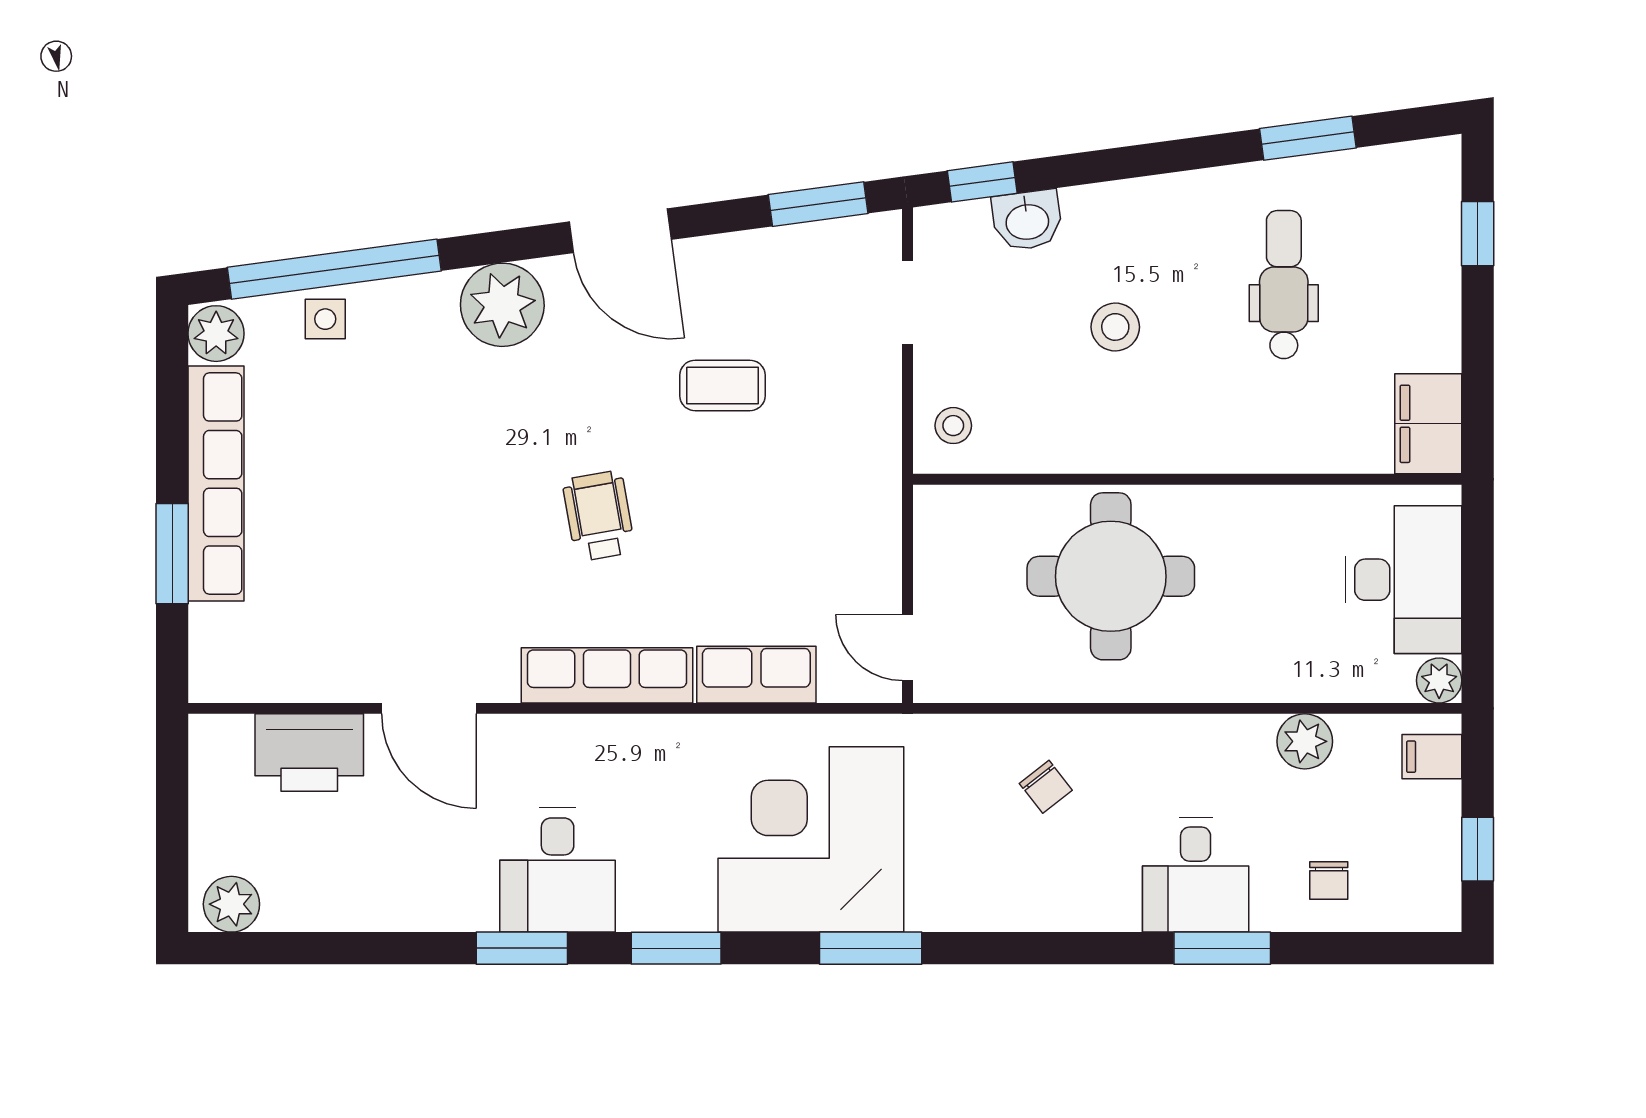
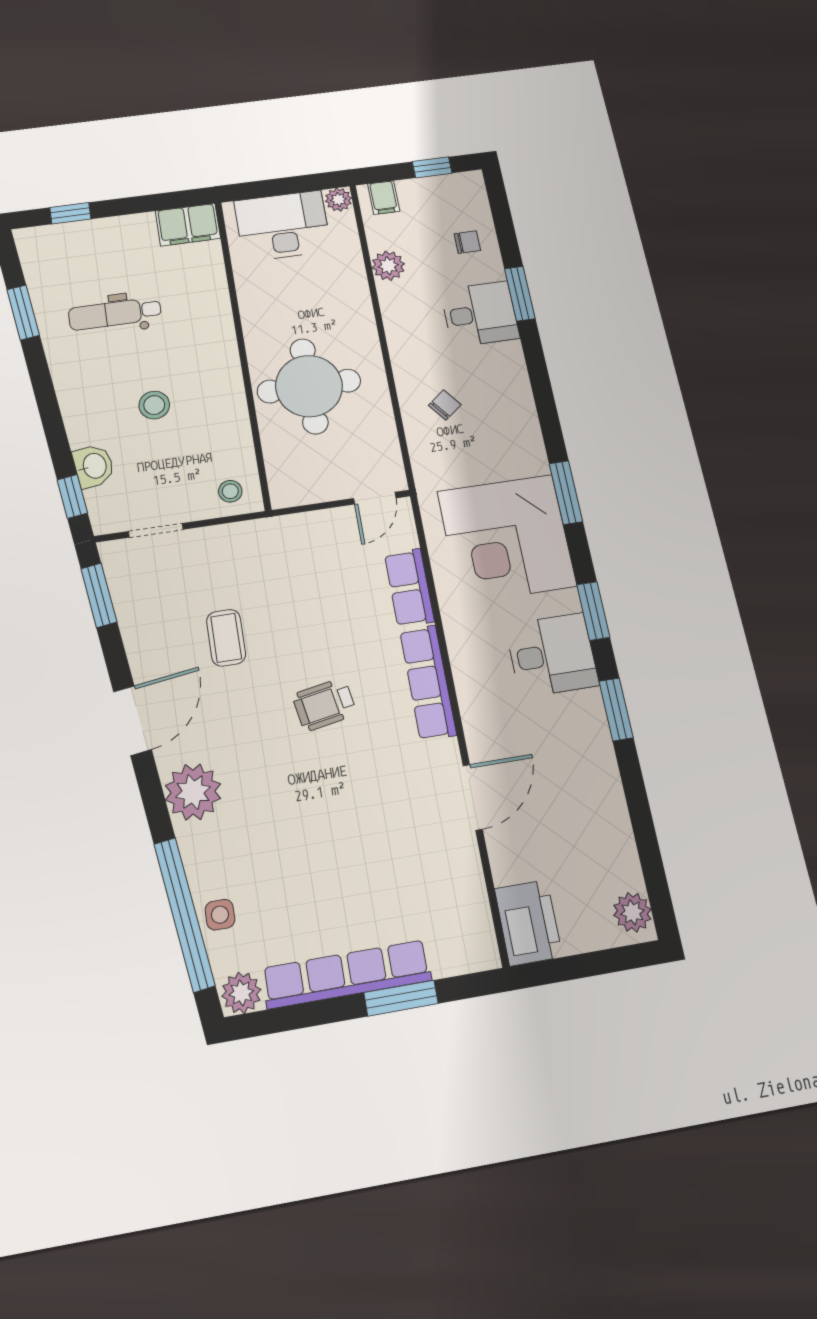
printer: (309, 753) -> (528, 923), moved
desk: (558, 870) -> (552, 655), moved

